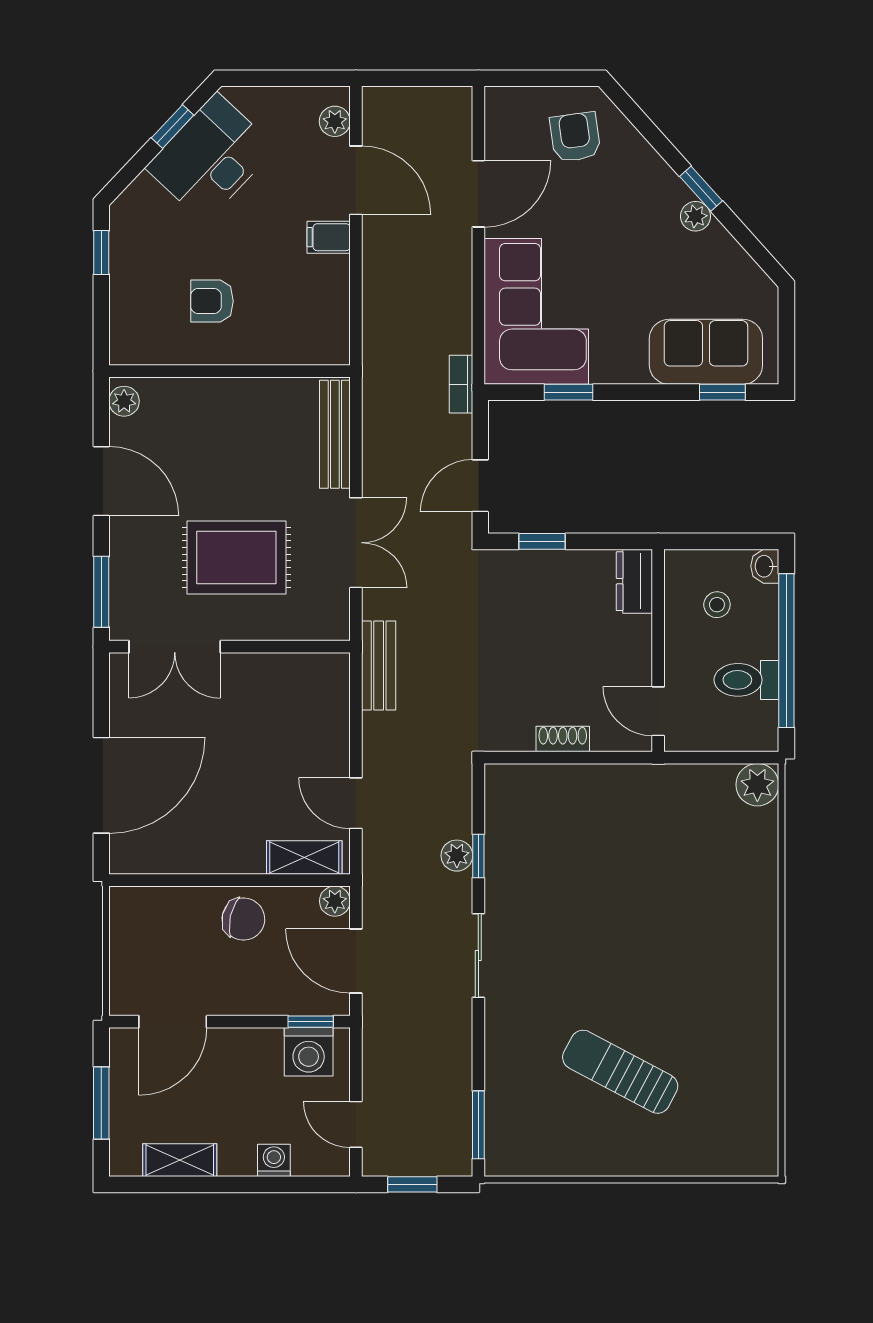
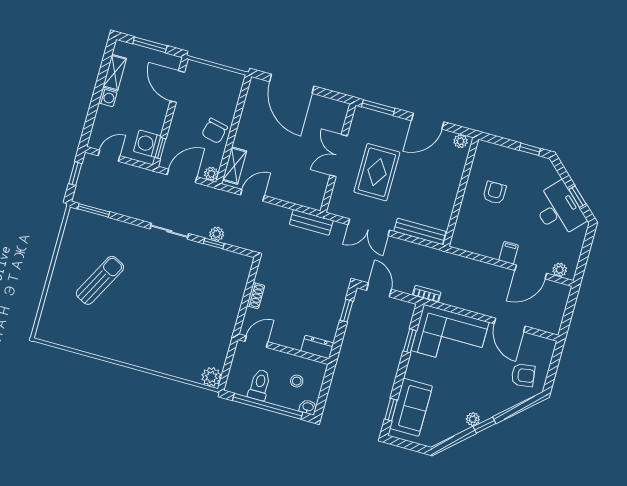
double door: (175, 647) -> (339, 156), moved
washing machine: (274, 1160) -> (108, 98), moved

